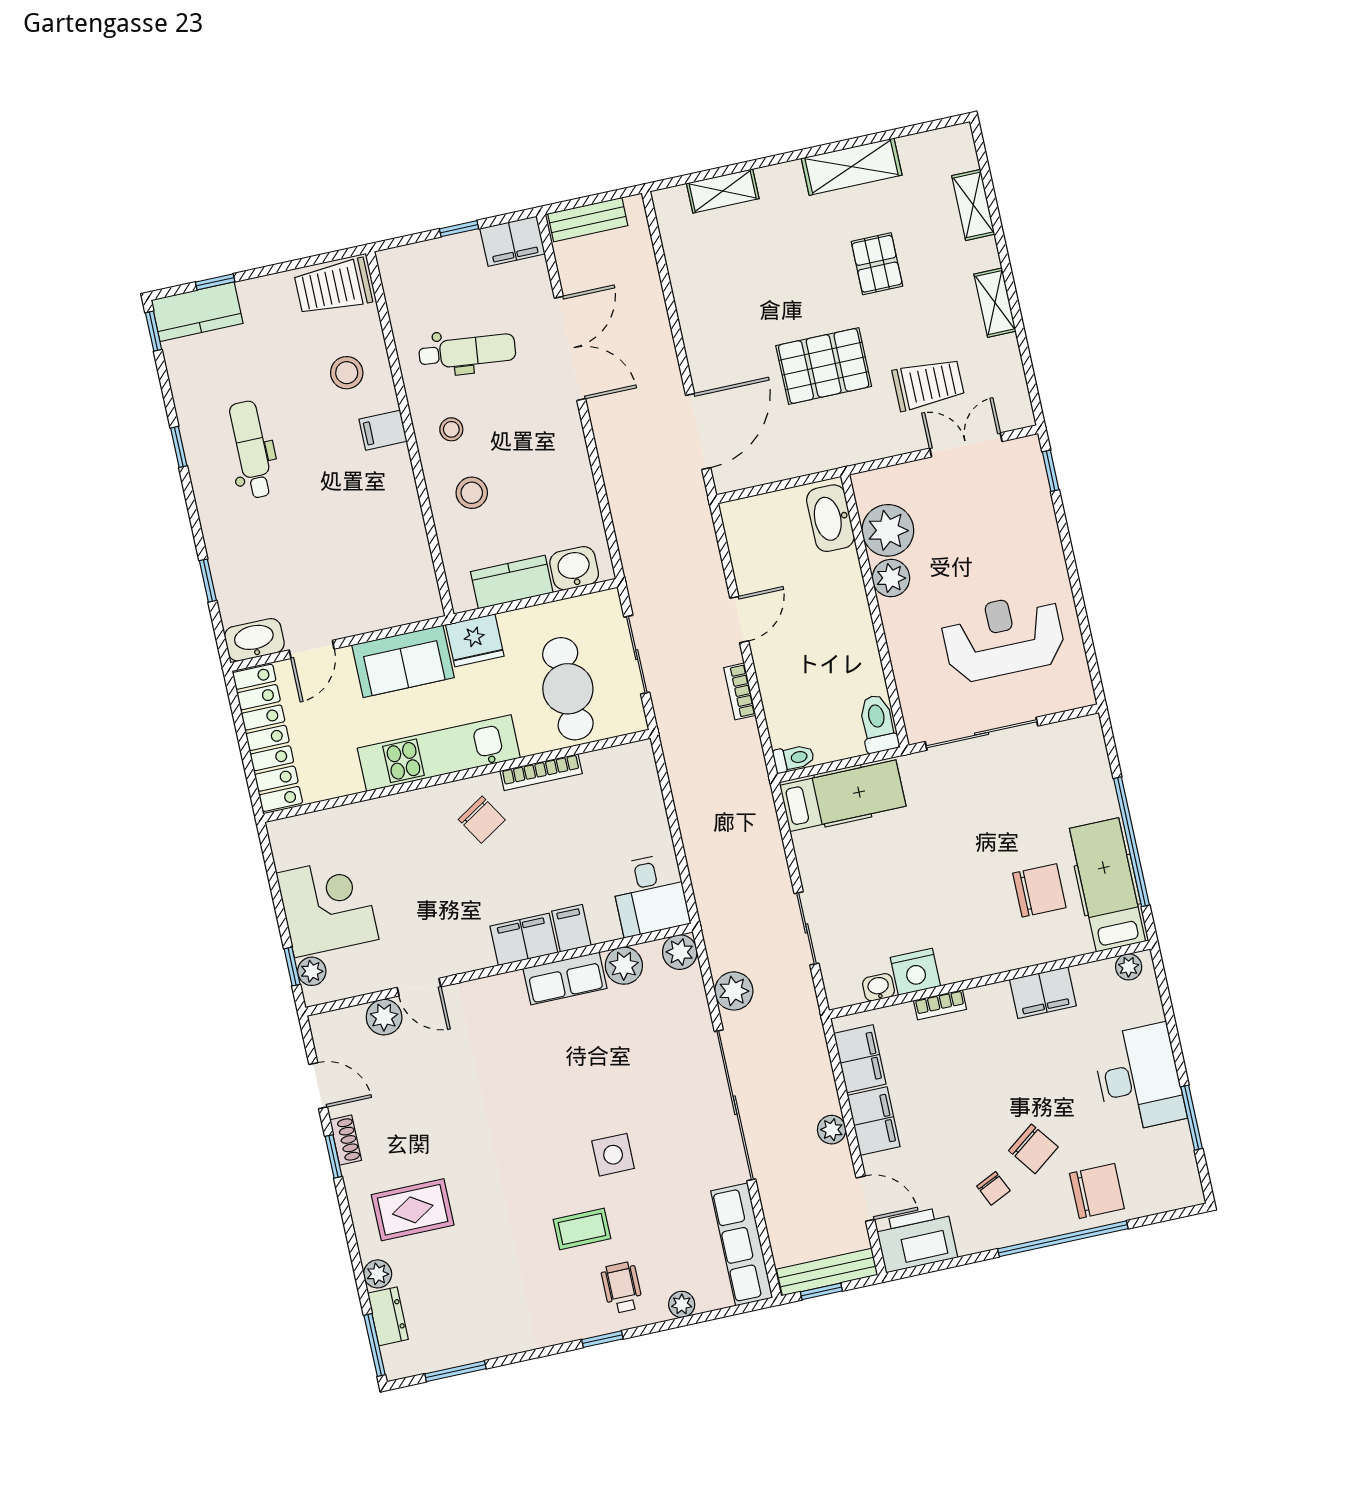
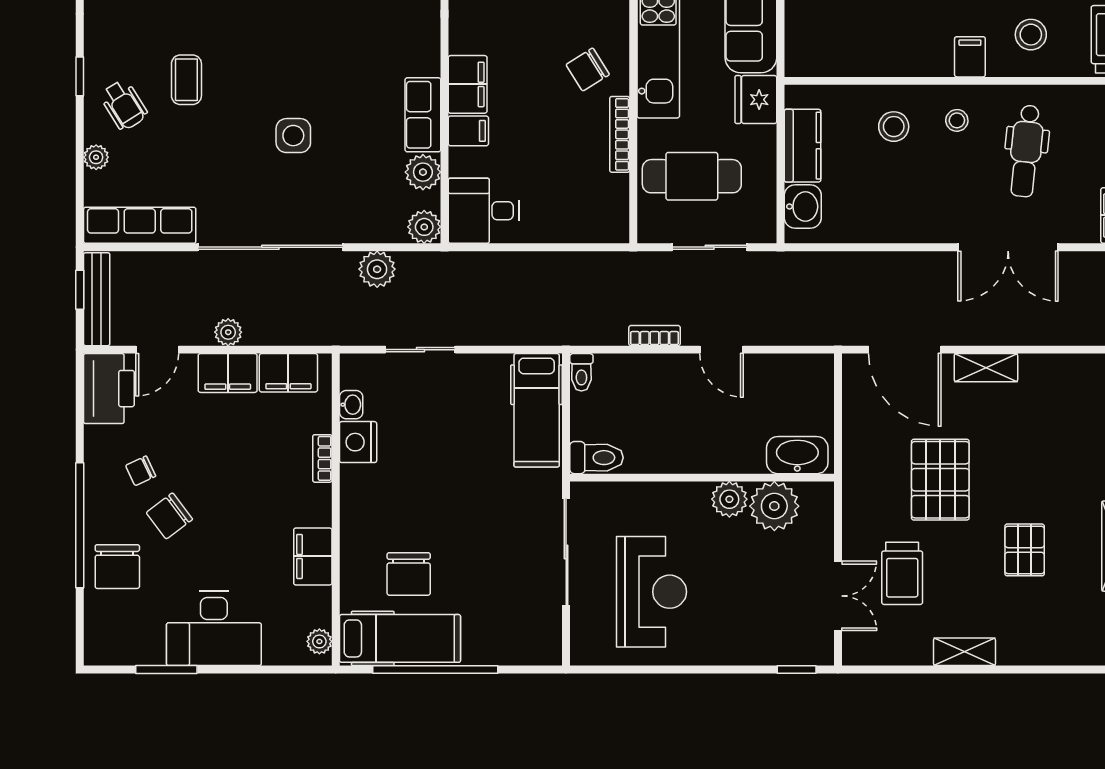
shelving: (973, 205) -> (986, 368), moved
pallet: (877, 264) -> (1025, 550), turned 90
side table: (613, 1155) -> (293, 136), moved
wheelchair: (622, 1288) -> (124, 105), turned 58

